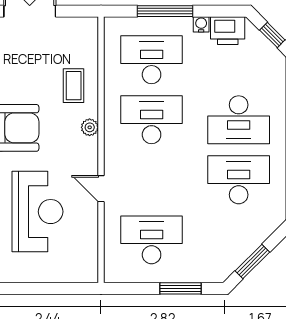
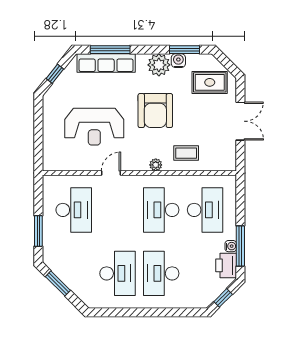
window: (165, 11) -> (240, 246), moved
desk: (152, 120) -> (161, 210), turned 180

